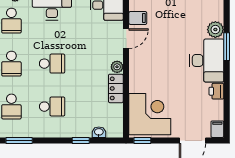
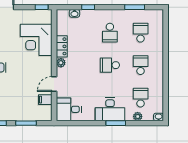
school desk: (52, 107) -> (110, 33), turned -90
corner desk: (150, 114) -> (36, 40), moved

